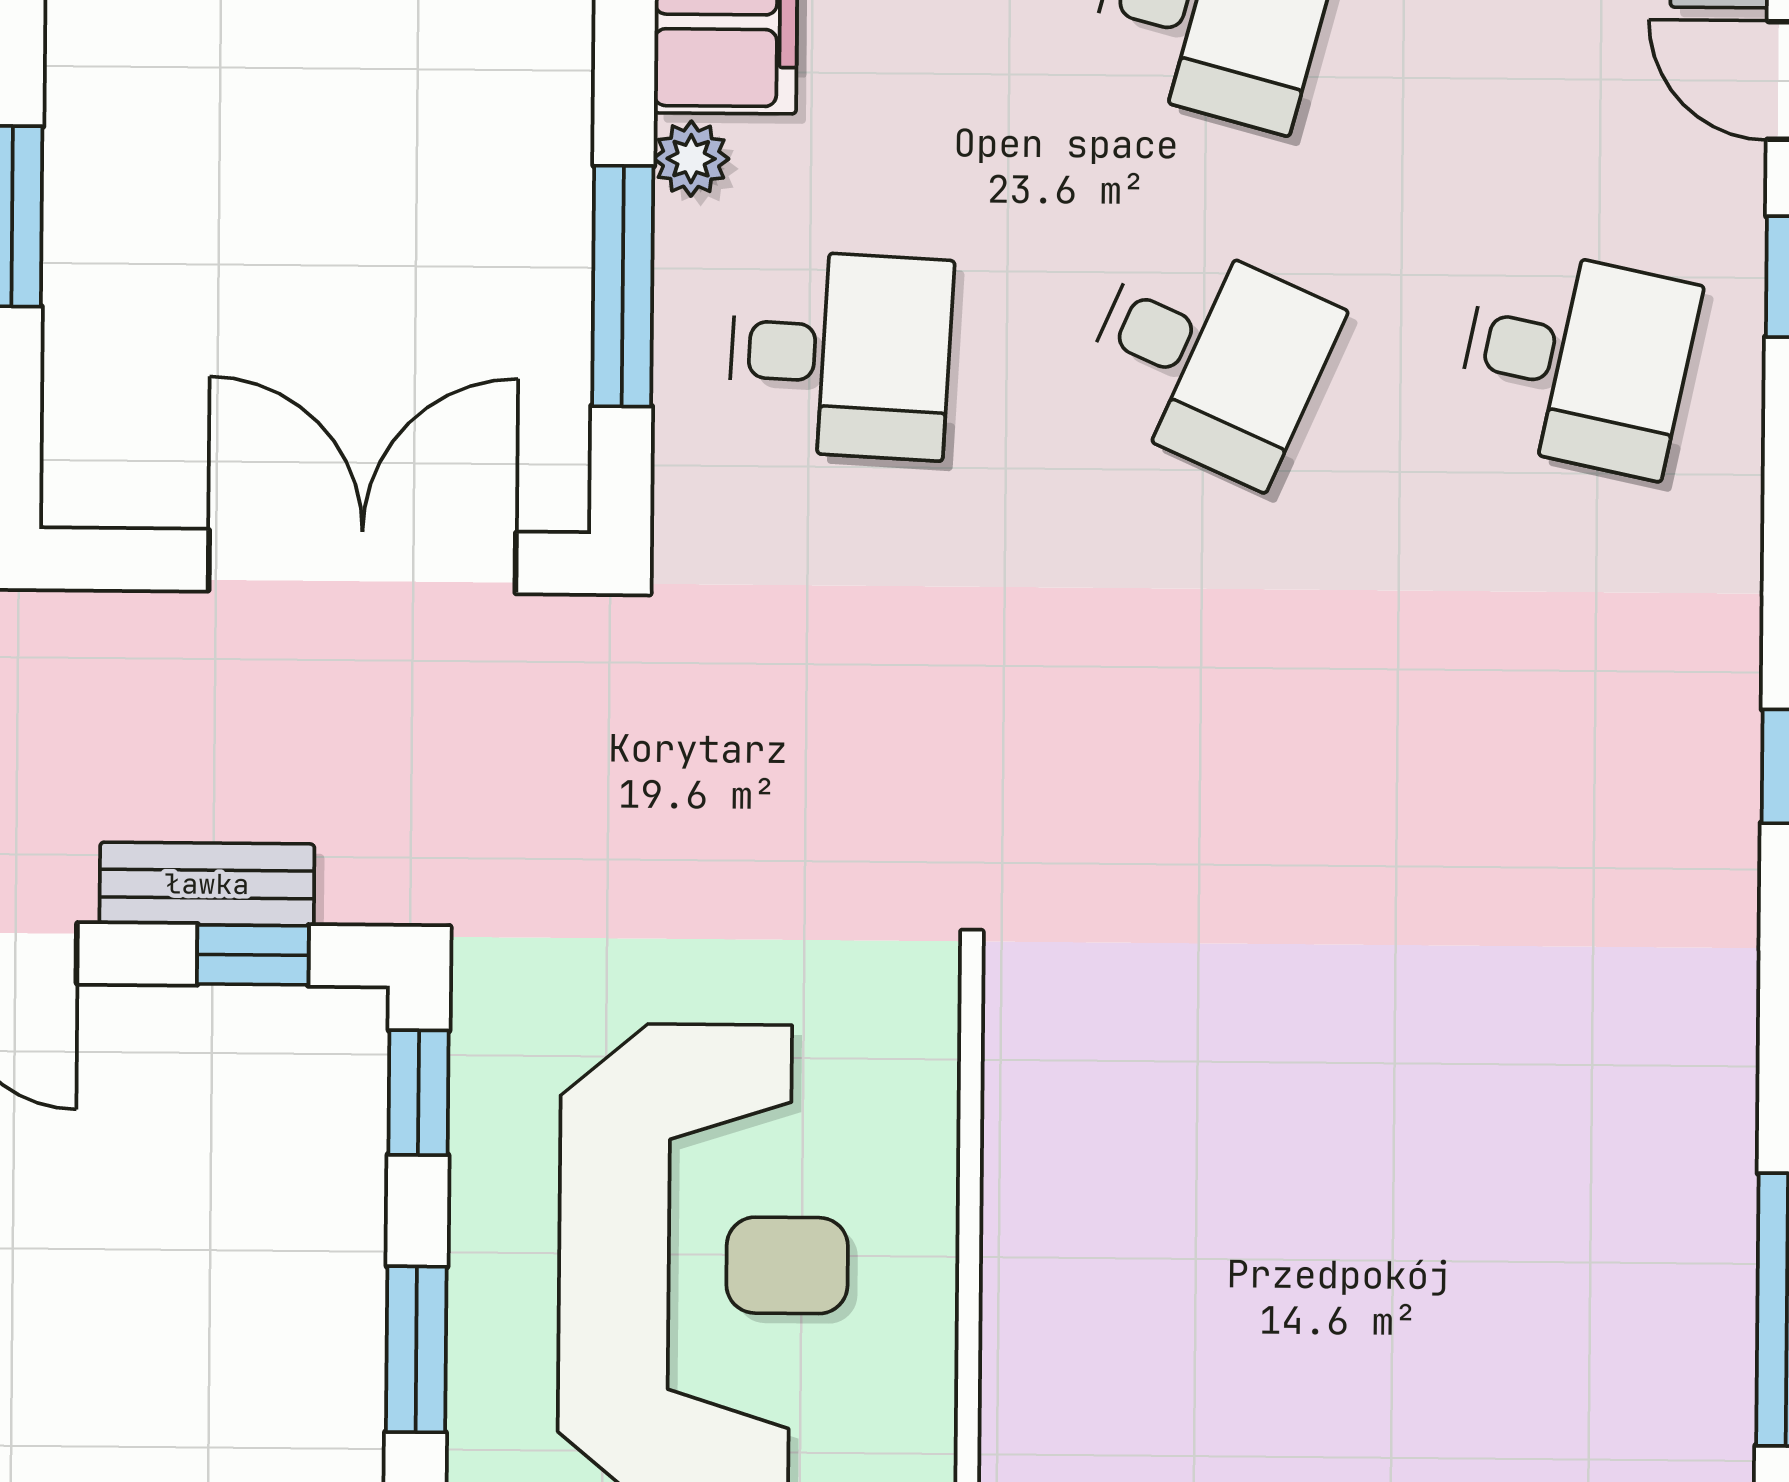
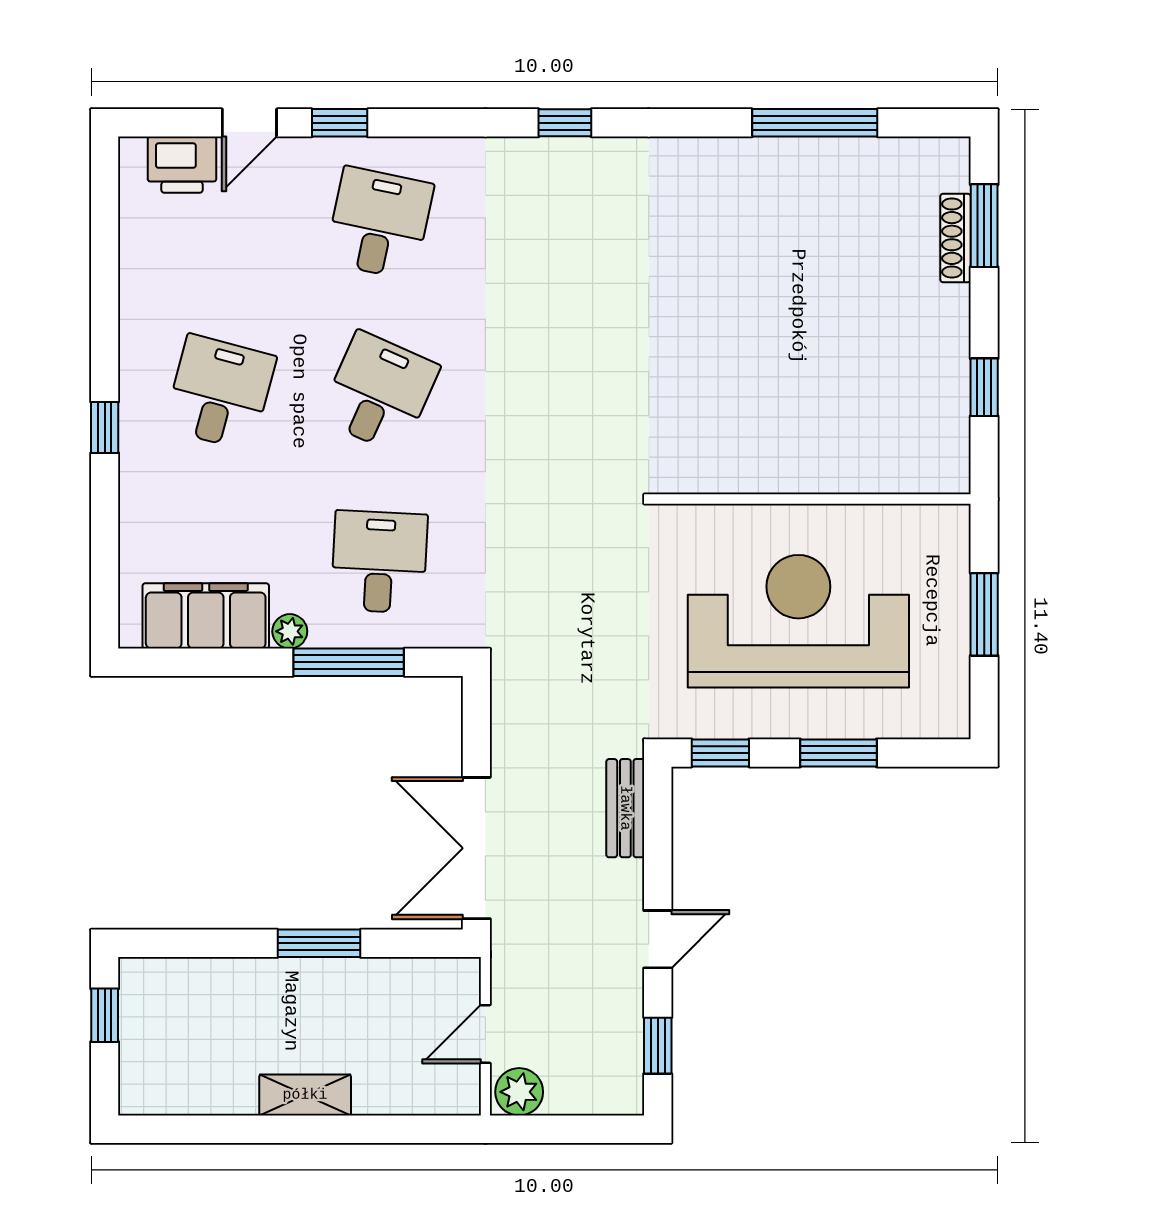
double door: (362, 562) -> (476, 848), moved
bench: (207, 884) -> (625, 808), moved
window: (253, 955) -> (658, 830), removed

